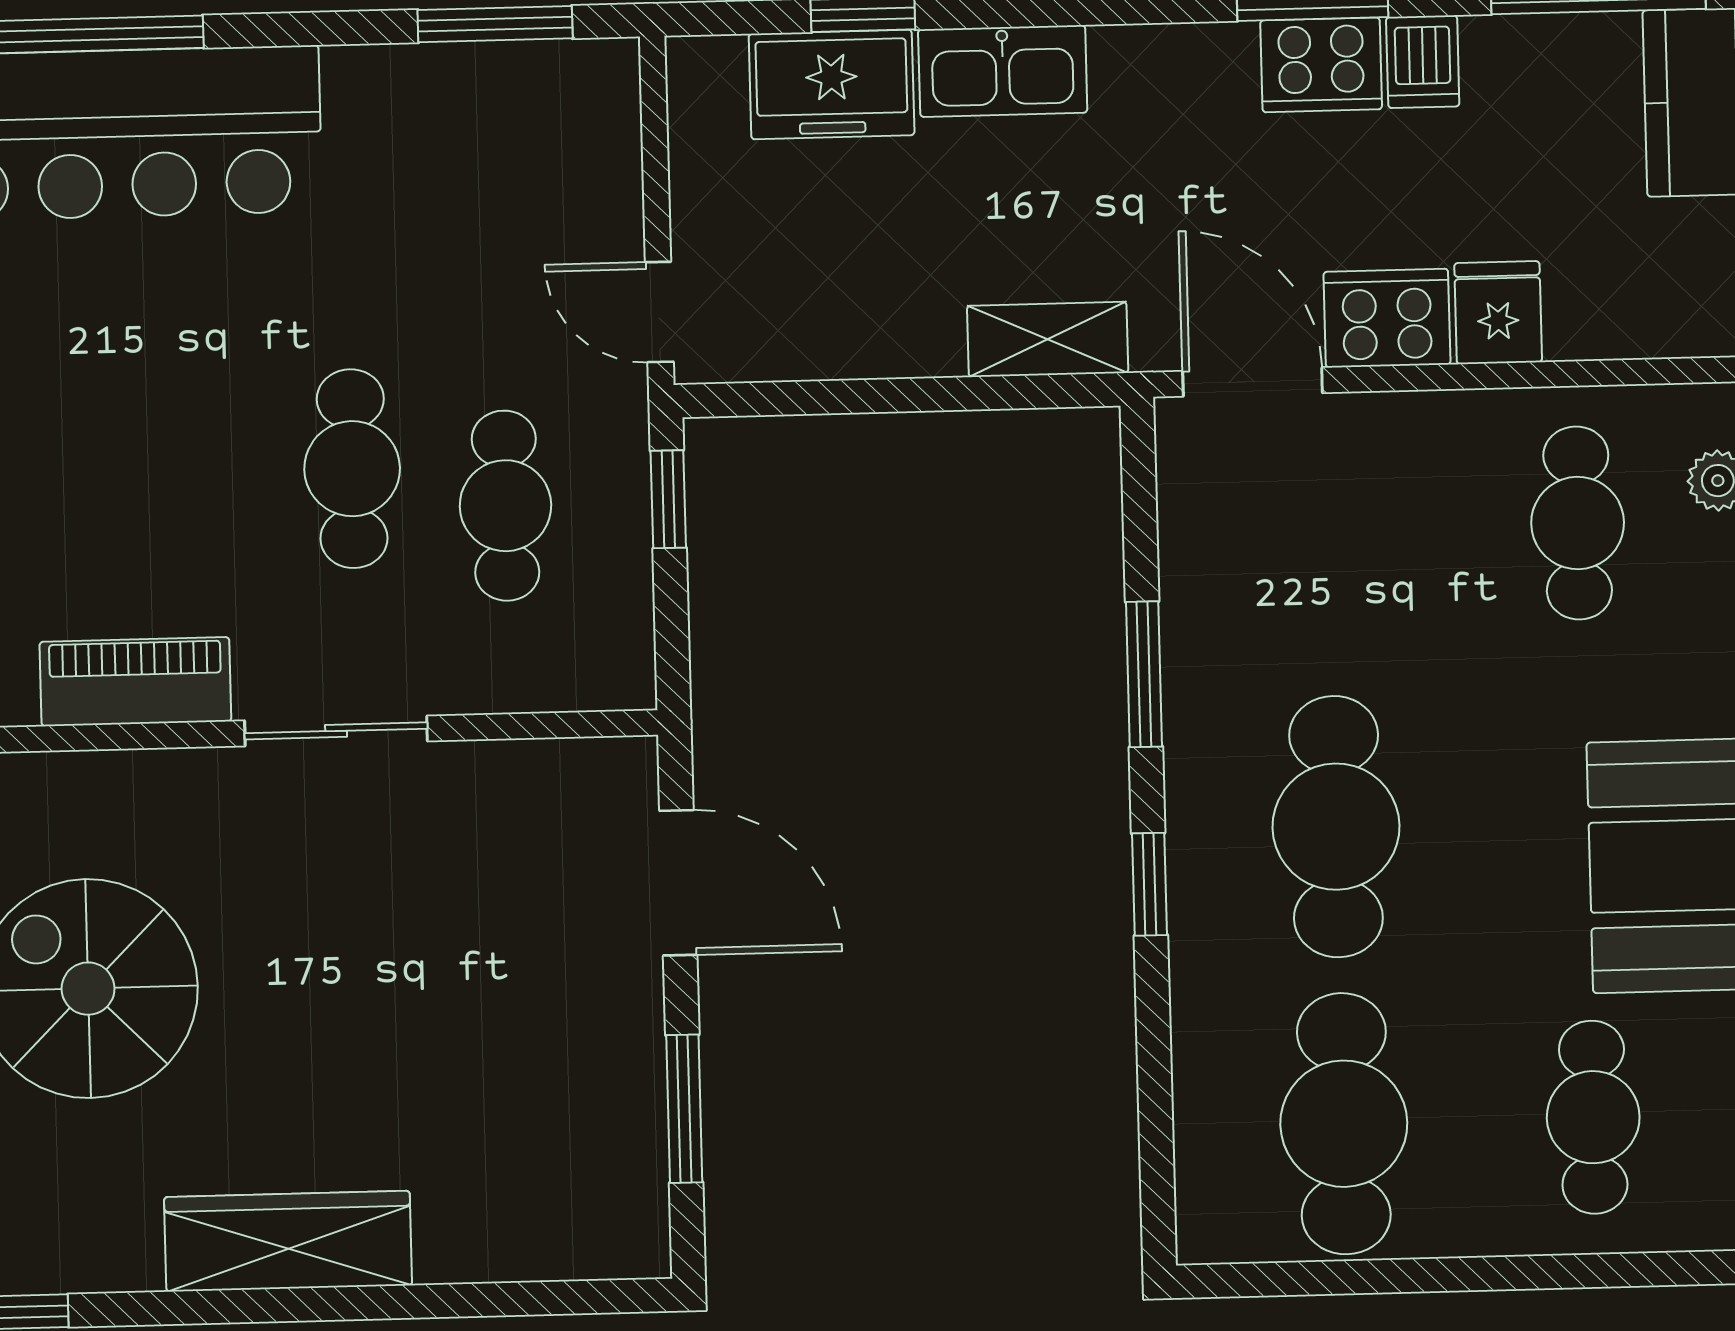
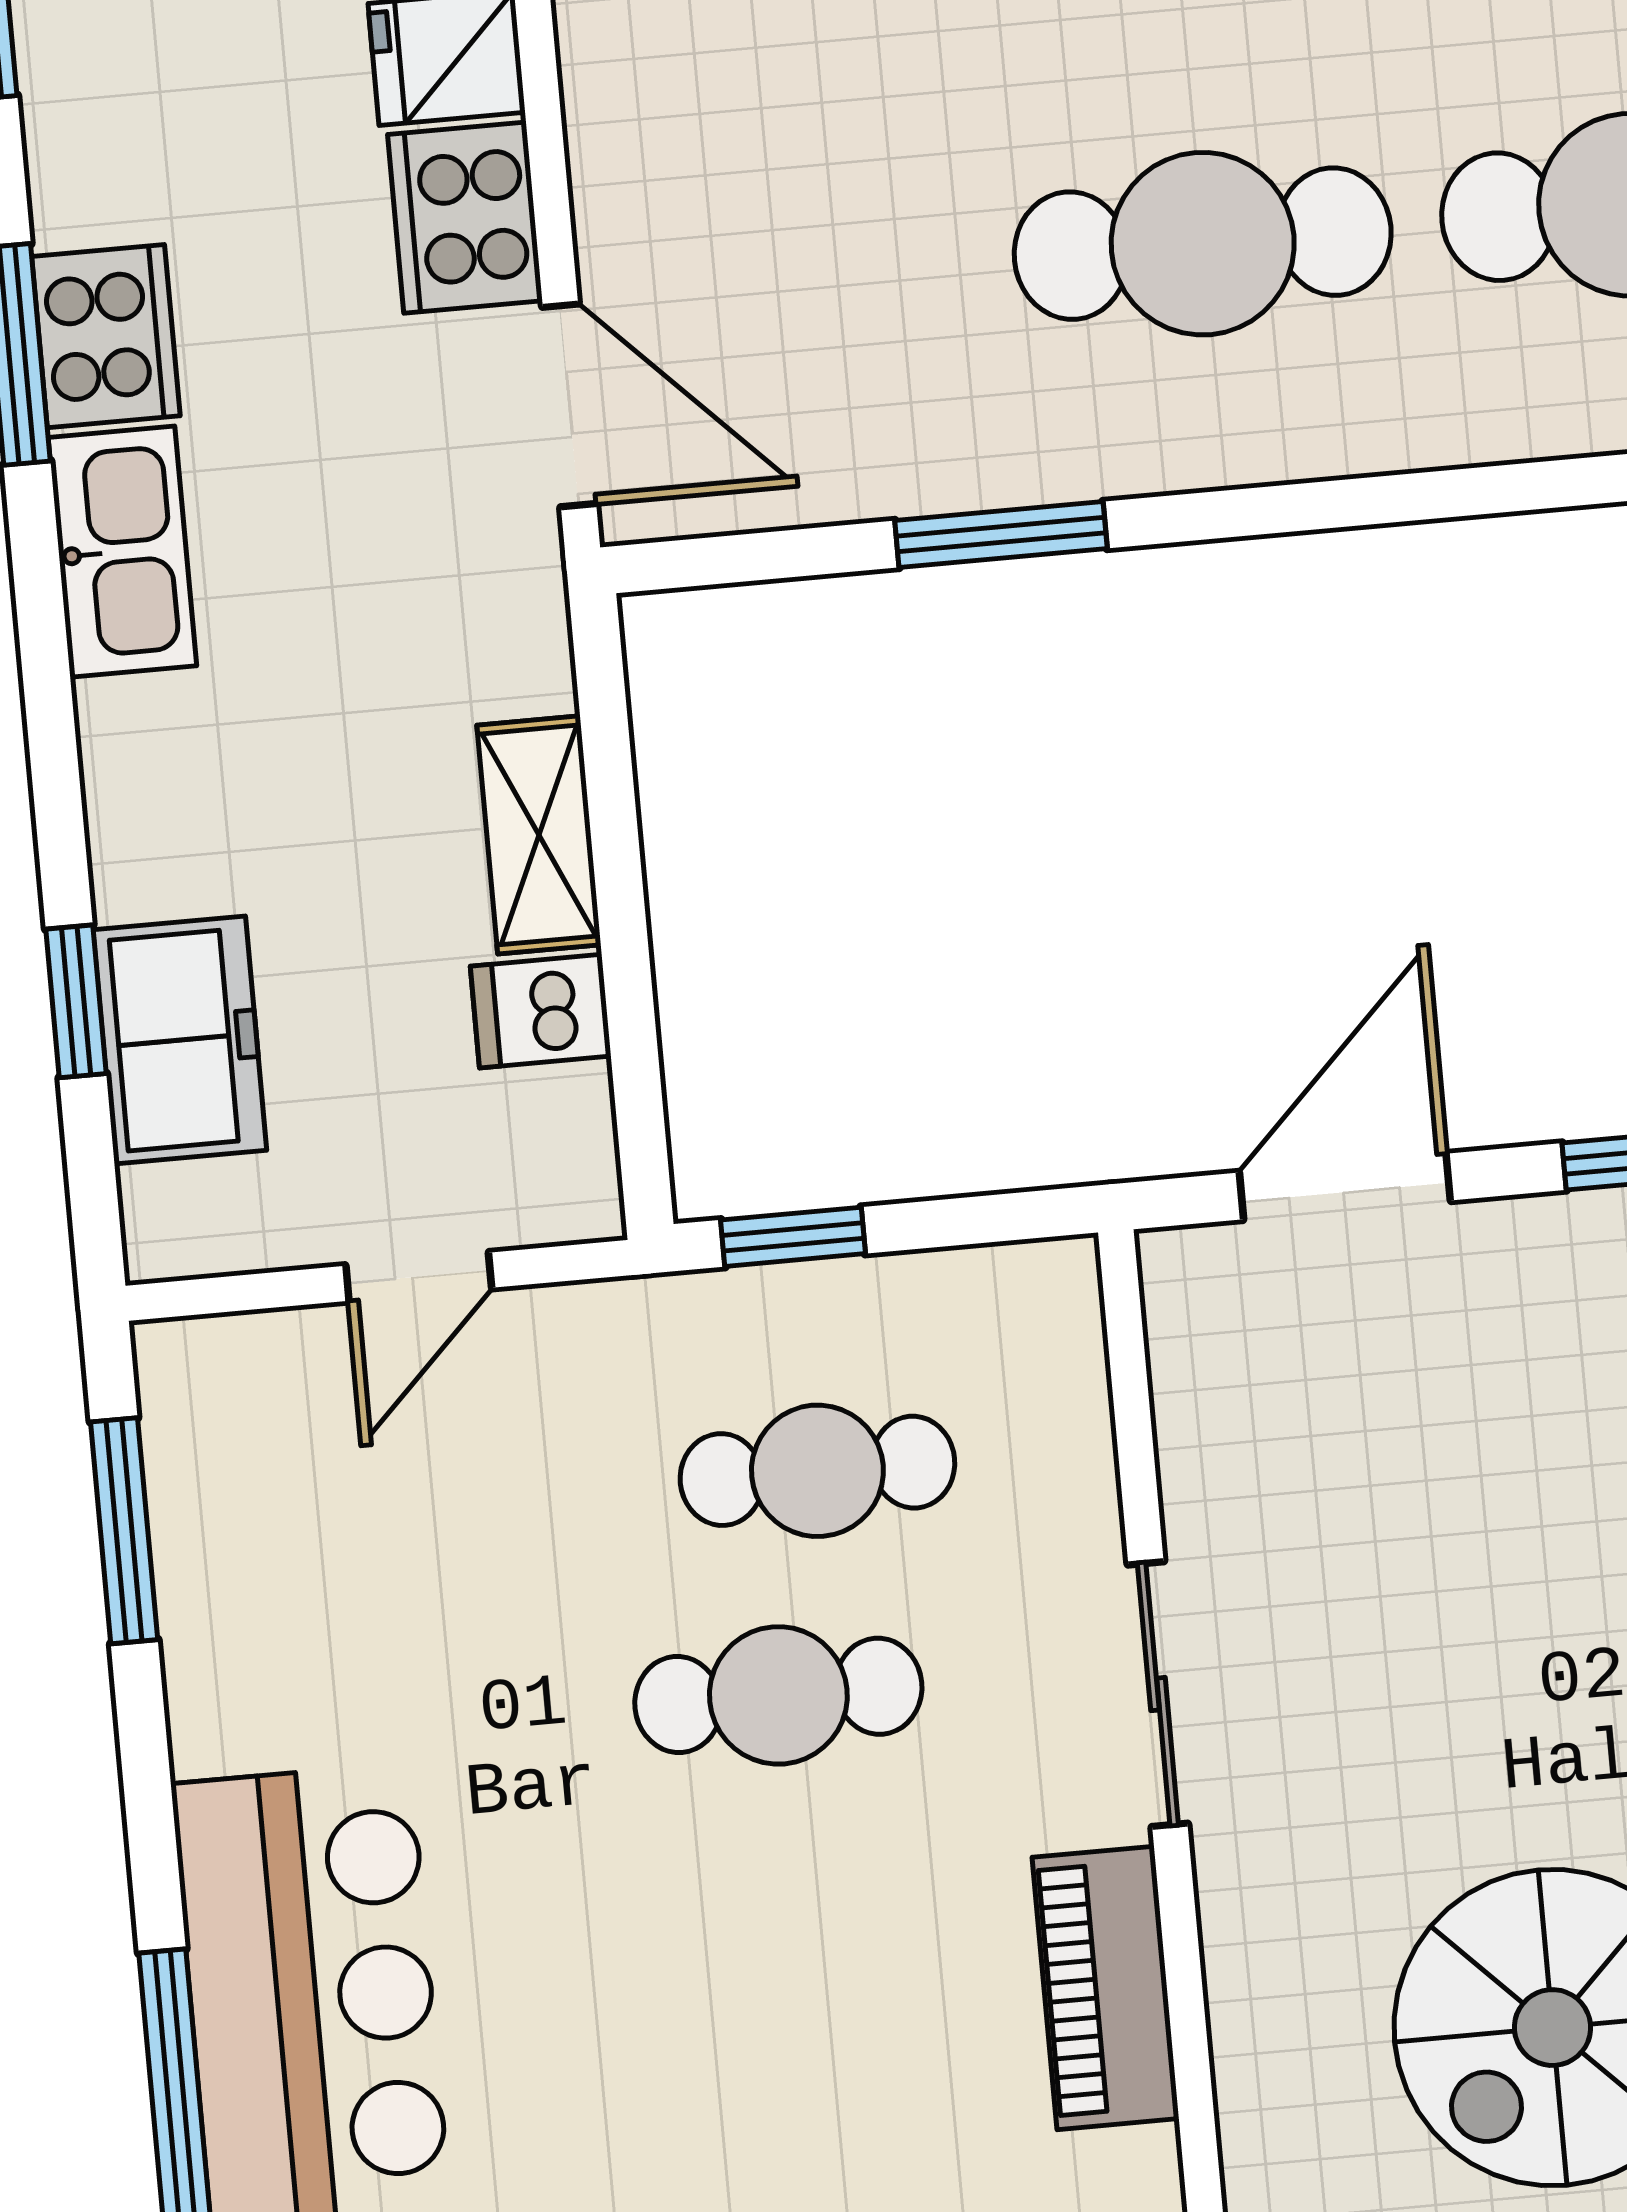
dishwasher: (1423, 62) -> (541, 1011), moved, turned 180
kitchen sink: (1003, 71) -> (122, 552), moved
door: (659, 312) -> (419, 1277), moved
shelving: (1048, 339) -> (539, 835), moved
door: (1253, 382) -> (569, 405), swing flipped
window: (1150, 884) -> (1303, 507), removed

